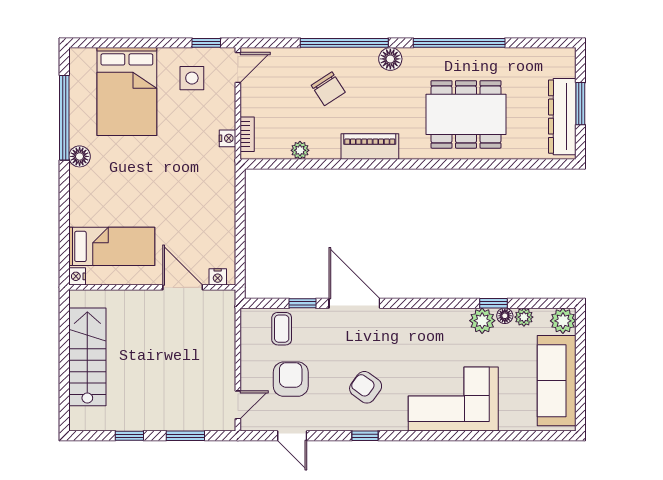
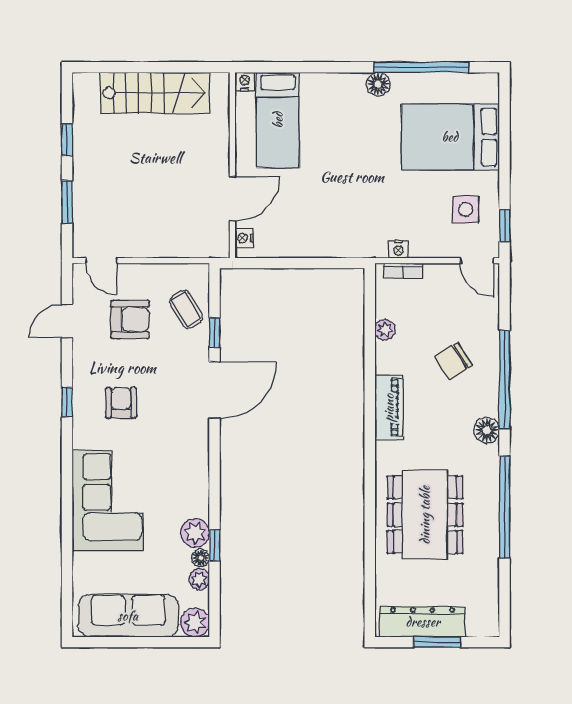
coffee table: (282, 329) -> (186, 309), turned 59
armchair: (366, 387) -> (121, 403), turned -36

